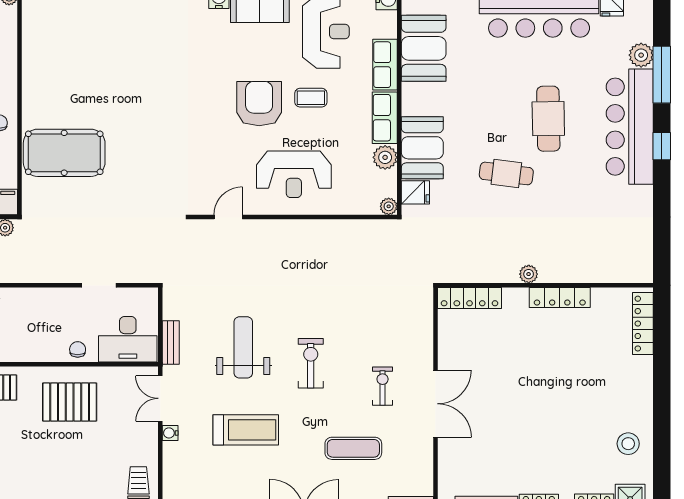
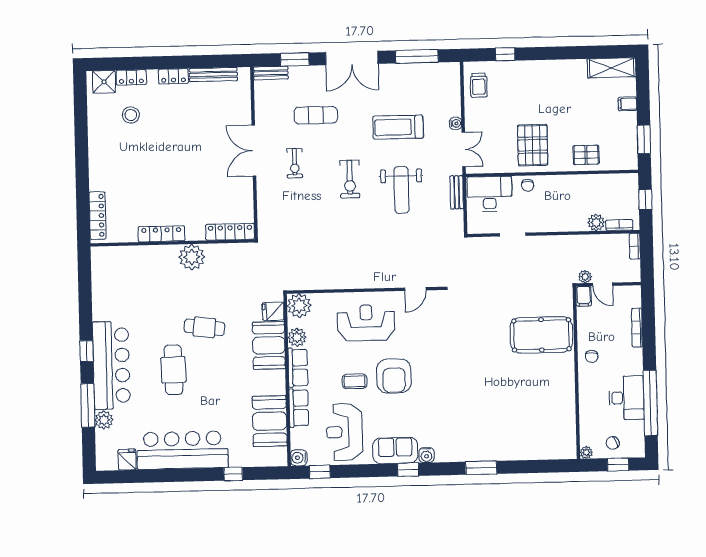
plant: (389, 206) -> (299, 306), width x1.88, depth x1.88
plant: (529, 274) -> (192, 257), width x1.88, depth x1.88
pallet: (70, 402) -> (533, 145), turned 90
stool: (628, 444) -> (131, 115), moved

